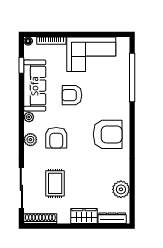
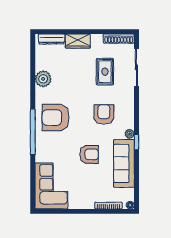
corner sofa: (91, 54) -> (51, 186), moved, turned 90
window: (21, 65) -> (136, 142), moved
window: (132, 78) -> (33, 132), moved
plant: (30, 140) -> (128, 113), removed
plant: (121, 189) -> (43, 79), moved

